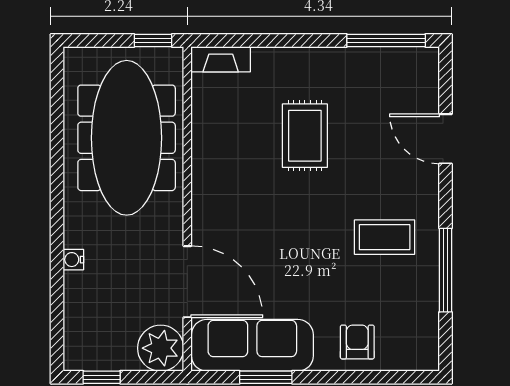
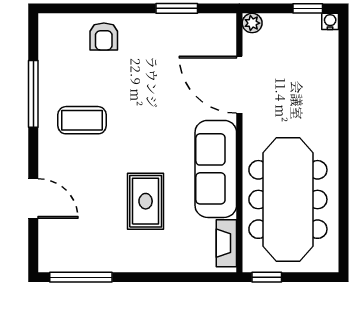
fireplace: (221, 59) -> (226, 243), moved, turned -90
water cooler: (73, 260) -> (330, 21), moved, turned -90
sofa: (252, 345) -> (216, 169), moved, turned 90
plant: (161, 348) -> (252, 23), width x0.53, depth x0.53

